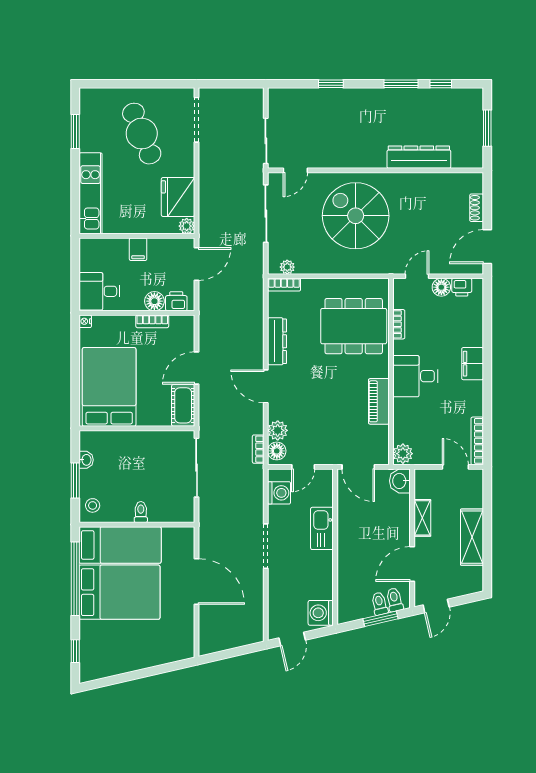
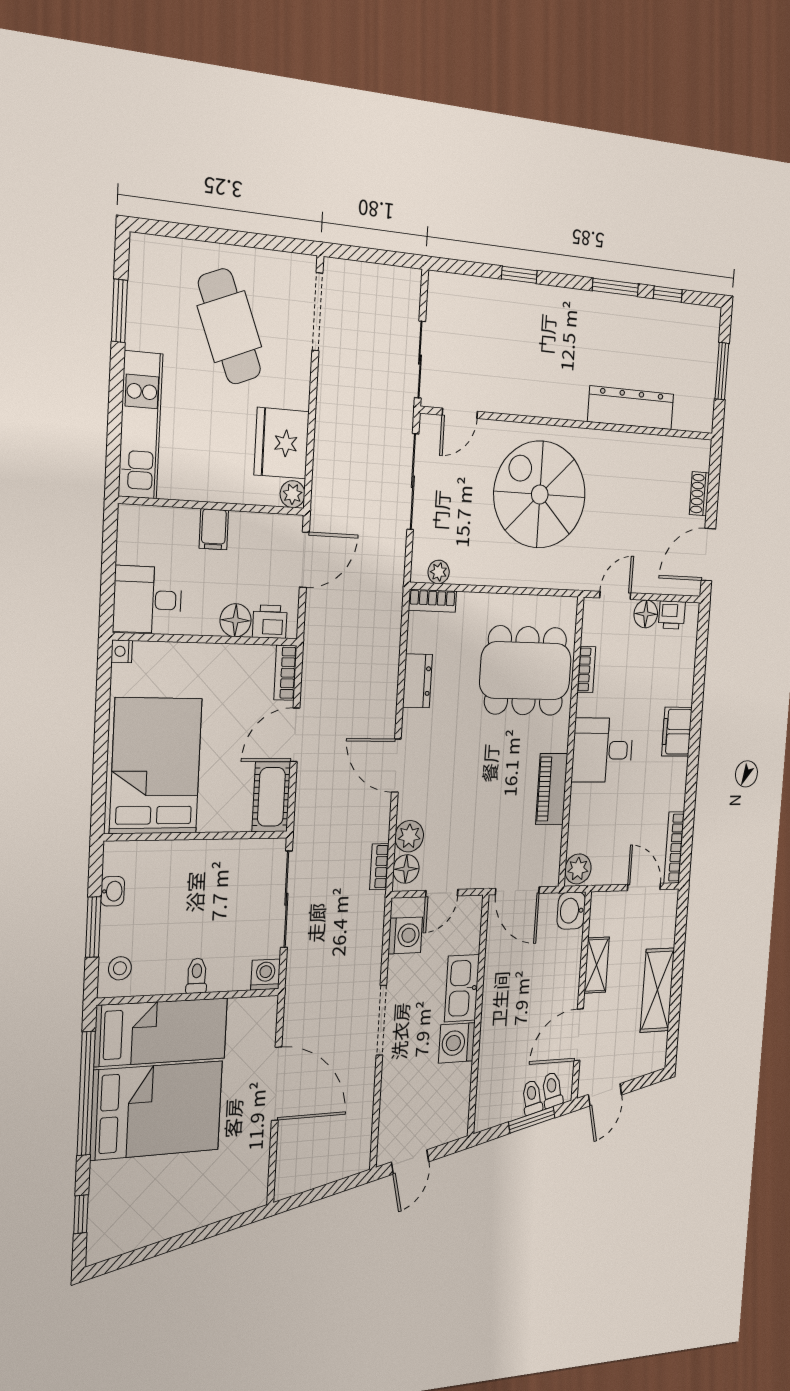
bookcase: (152, 321) -> (285, 673), moved, turned 90
dresser: (277, 341) -> (417, 681), width x0.70
washing machine: (185, 513) -> (266, 975), added
washing machine: (321, 613) -> (457, 1043), moved

